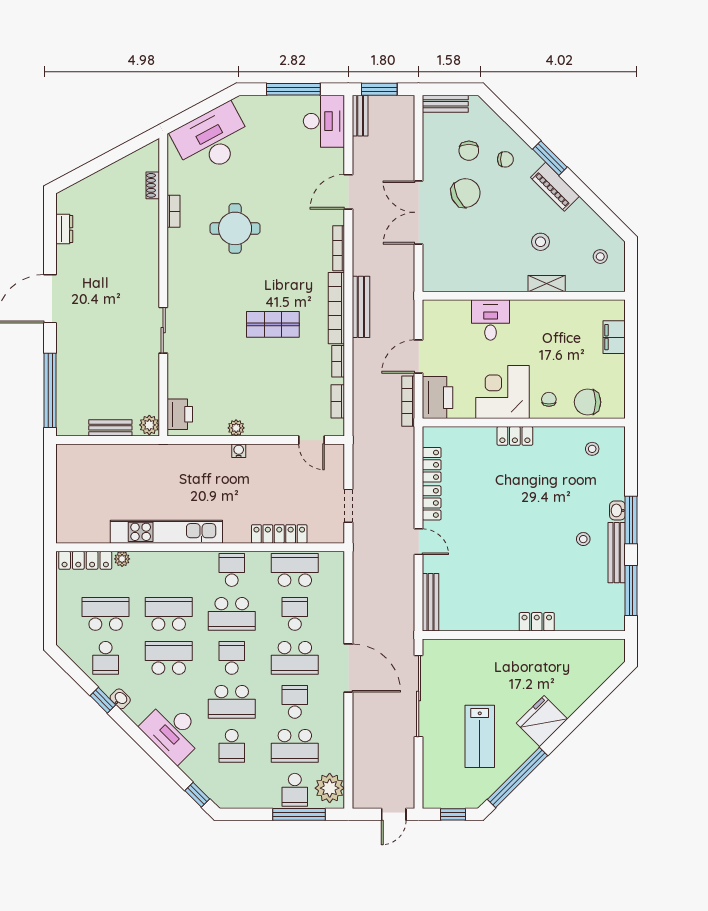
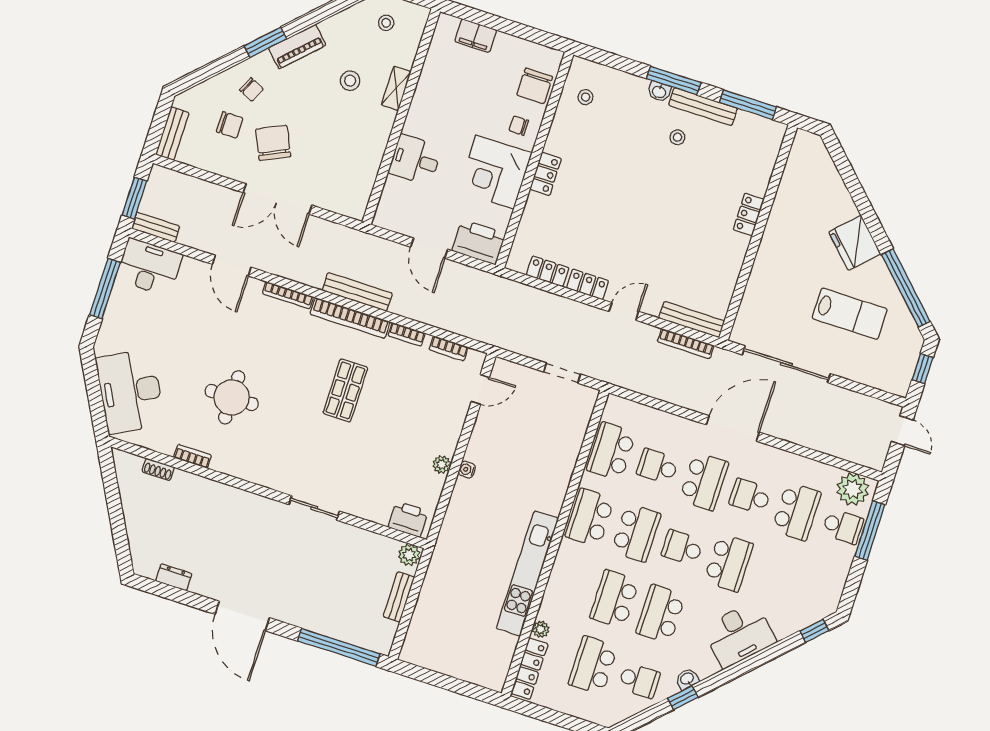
chair: (505, 159) -> (251, 89), turned 115
bookcase: (408, 401) -> (686, 344), moved
locker: (279, 534) -> (568, 455), removed
school desk: (232, 570) -> (590, 518), width x1.85
school desk: (232, 746) -> (775, 578), removed

